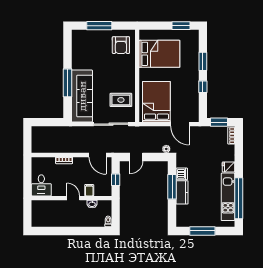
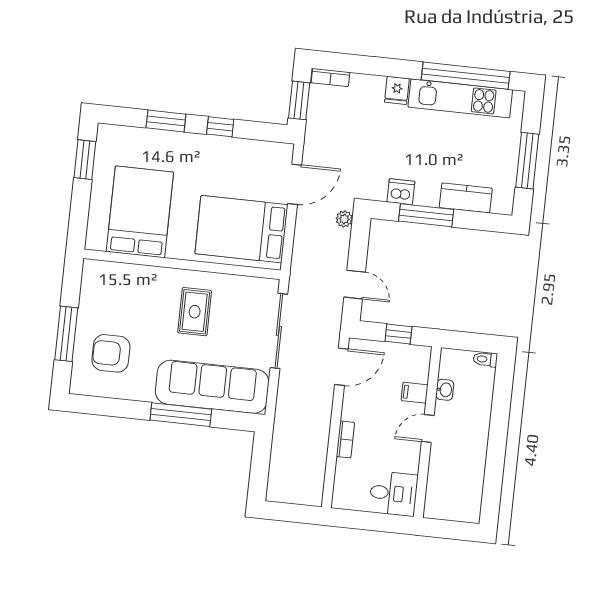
armchair: (121, 45) -> (111, 353), moved, turned 180
rug: (121, 100) -> (195, 312), moved
kitchen counter: (182, 192) -> (466, 198), moved

